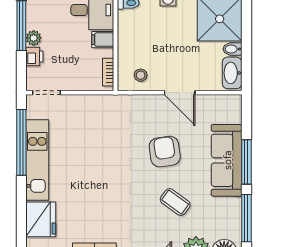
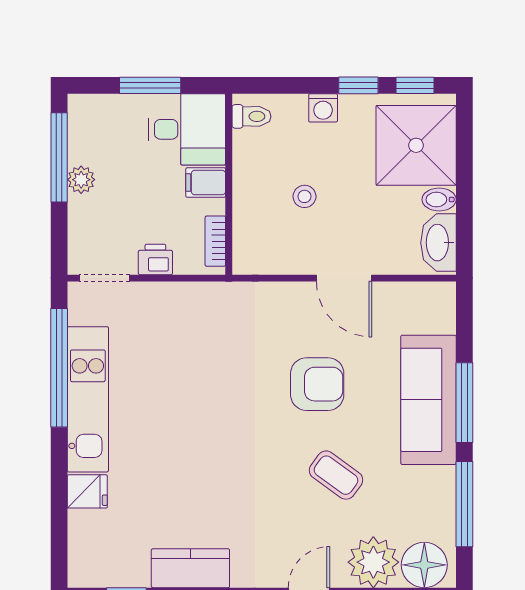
printer: (34, 57) -> (155, 259), moved, turned -90
stool: (141, 75) -> (305, 196), moved
armchair: (165, 152) -> (317, 384), turned 98
fridge: (41, 219) -> (87, 491), width x0.53, depth x0.75

